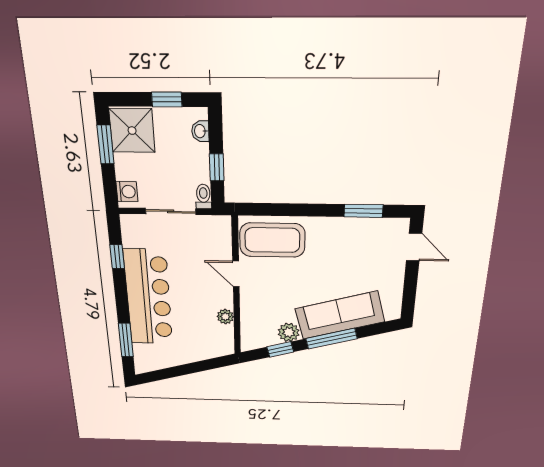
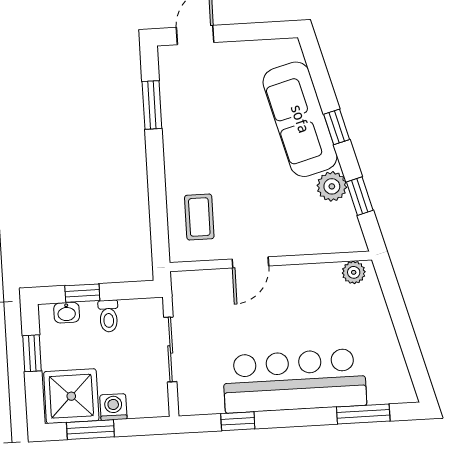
window: (217, 167) -> (82, 293), moved
washing machine: (127, 192) -> (113, 407), moved
toilet: (203, 197) -> (108, 316), moved, turned -90
coffee table: (272, 240) -> (199, 217), width x0.54, depth x0.58
plant: (225, 317) -> (354, 272), moved
window: (331, 339) -> (337, 127), width x0.46

